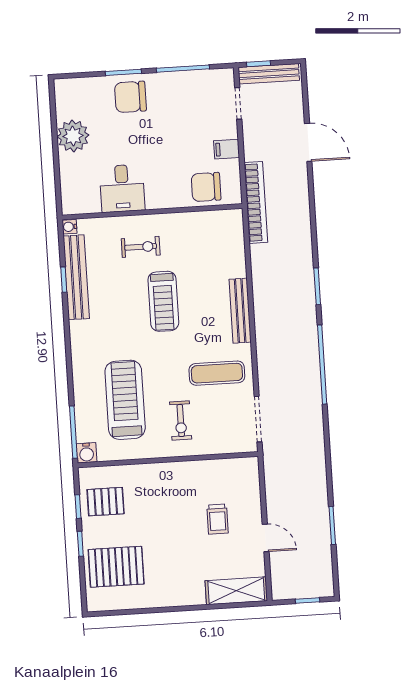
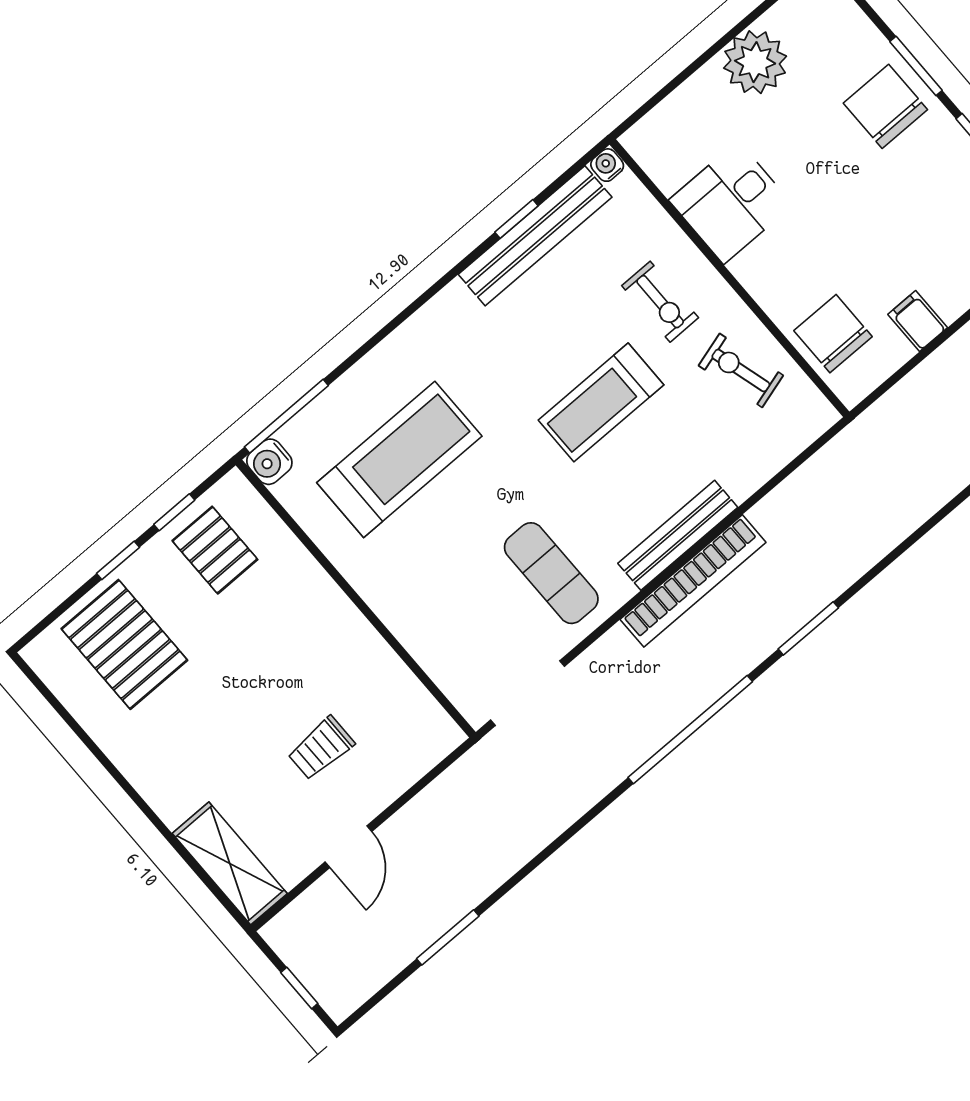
bookcase: (256, 202) -> (693, 581), moved
exercise bike: (181, 421) -> (741, 370), moved, turned 74

